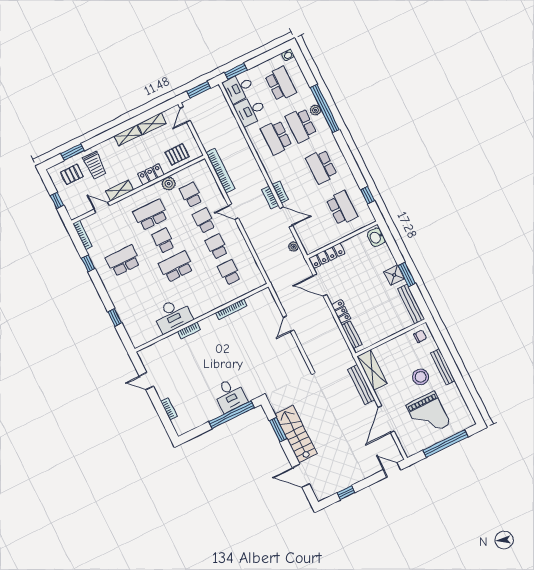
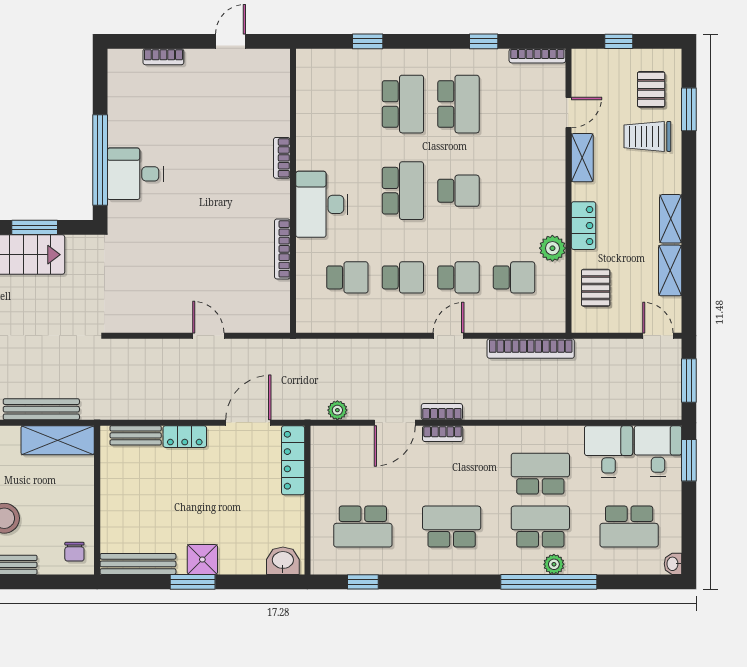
school desk: (151, 215) -> (403, 104), moved
desk: (173, 315) -> (322, 204), moved

